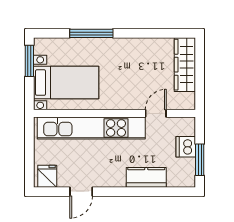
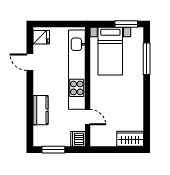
window: (91, 33) -> (147, 59), moved
wardrobe: (185, 65) -> (130, 139), width x0.67
dishwasher: (186, 147) -> (78, 139), moved, turned -90

